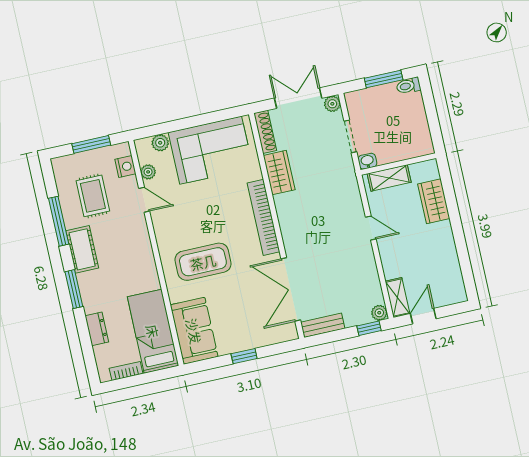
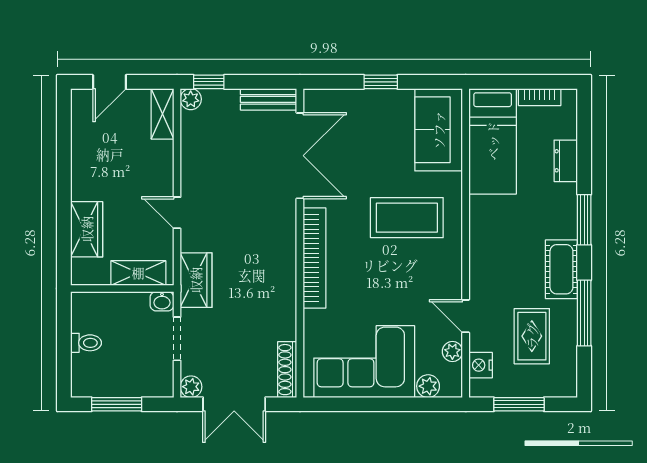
toilet: (408, 86) -> (86, 343), moved
wardrobe: (279, 173) -> (196, 280), moved, turned 180
door: (423, 316) -> (109, 82), moved

